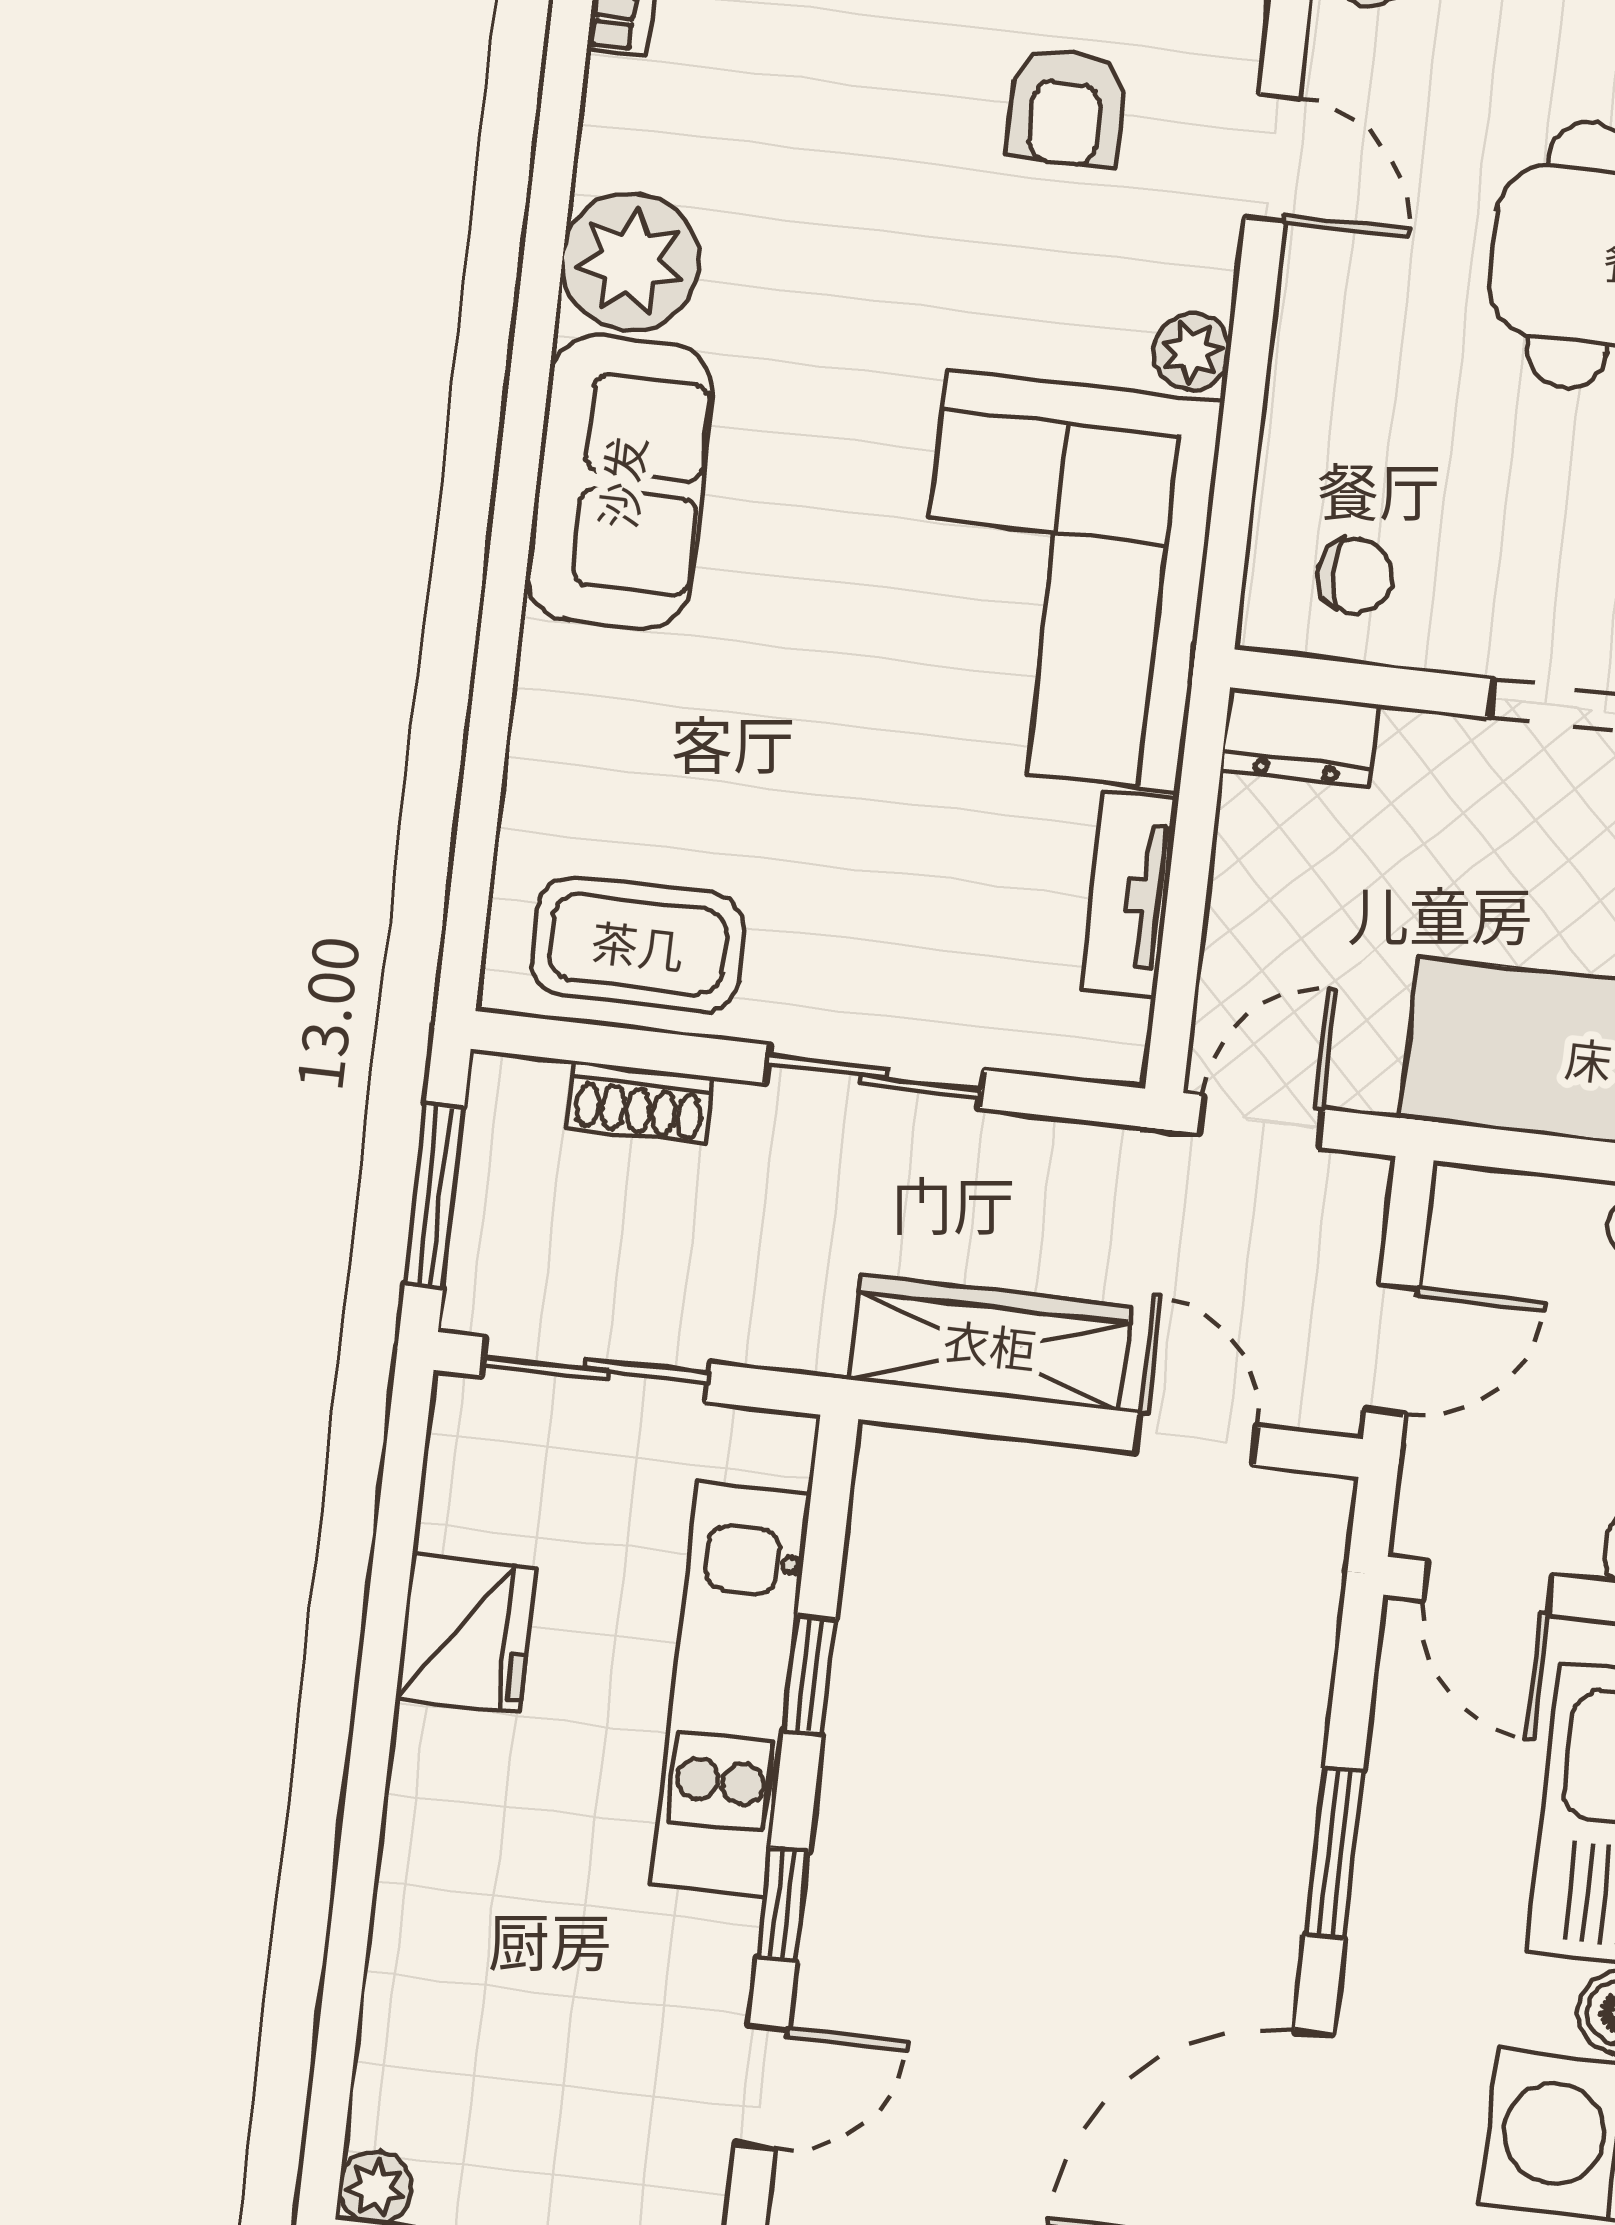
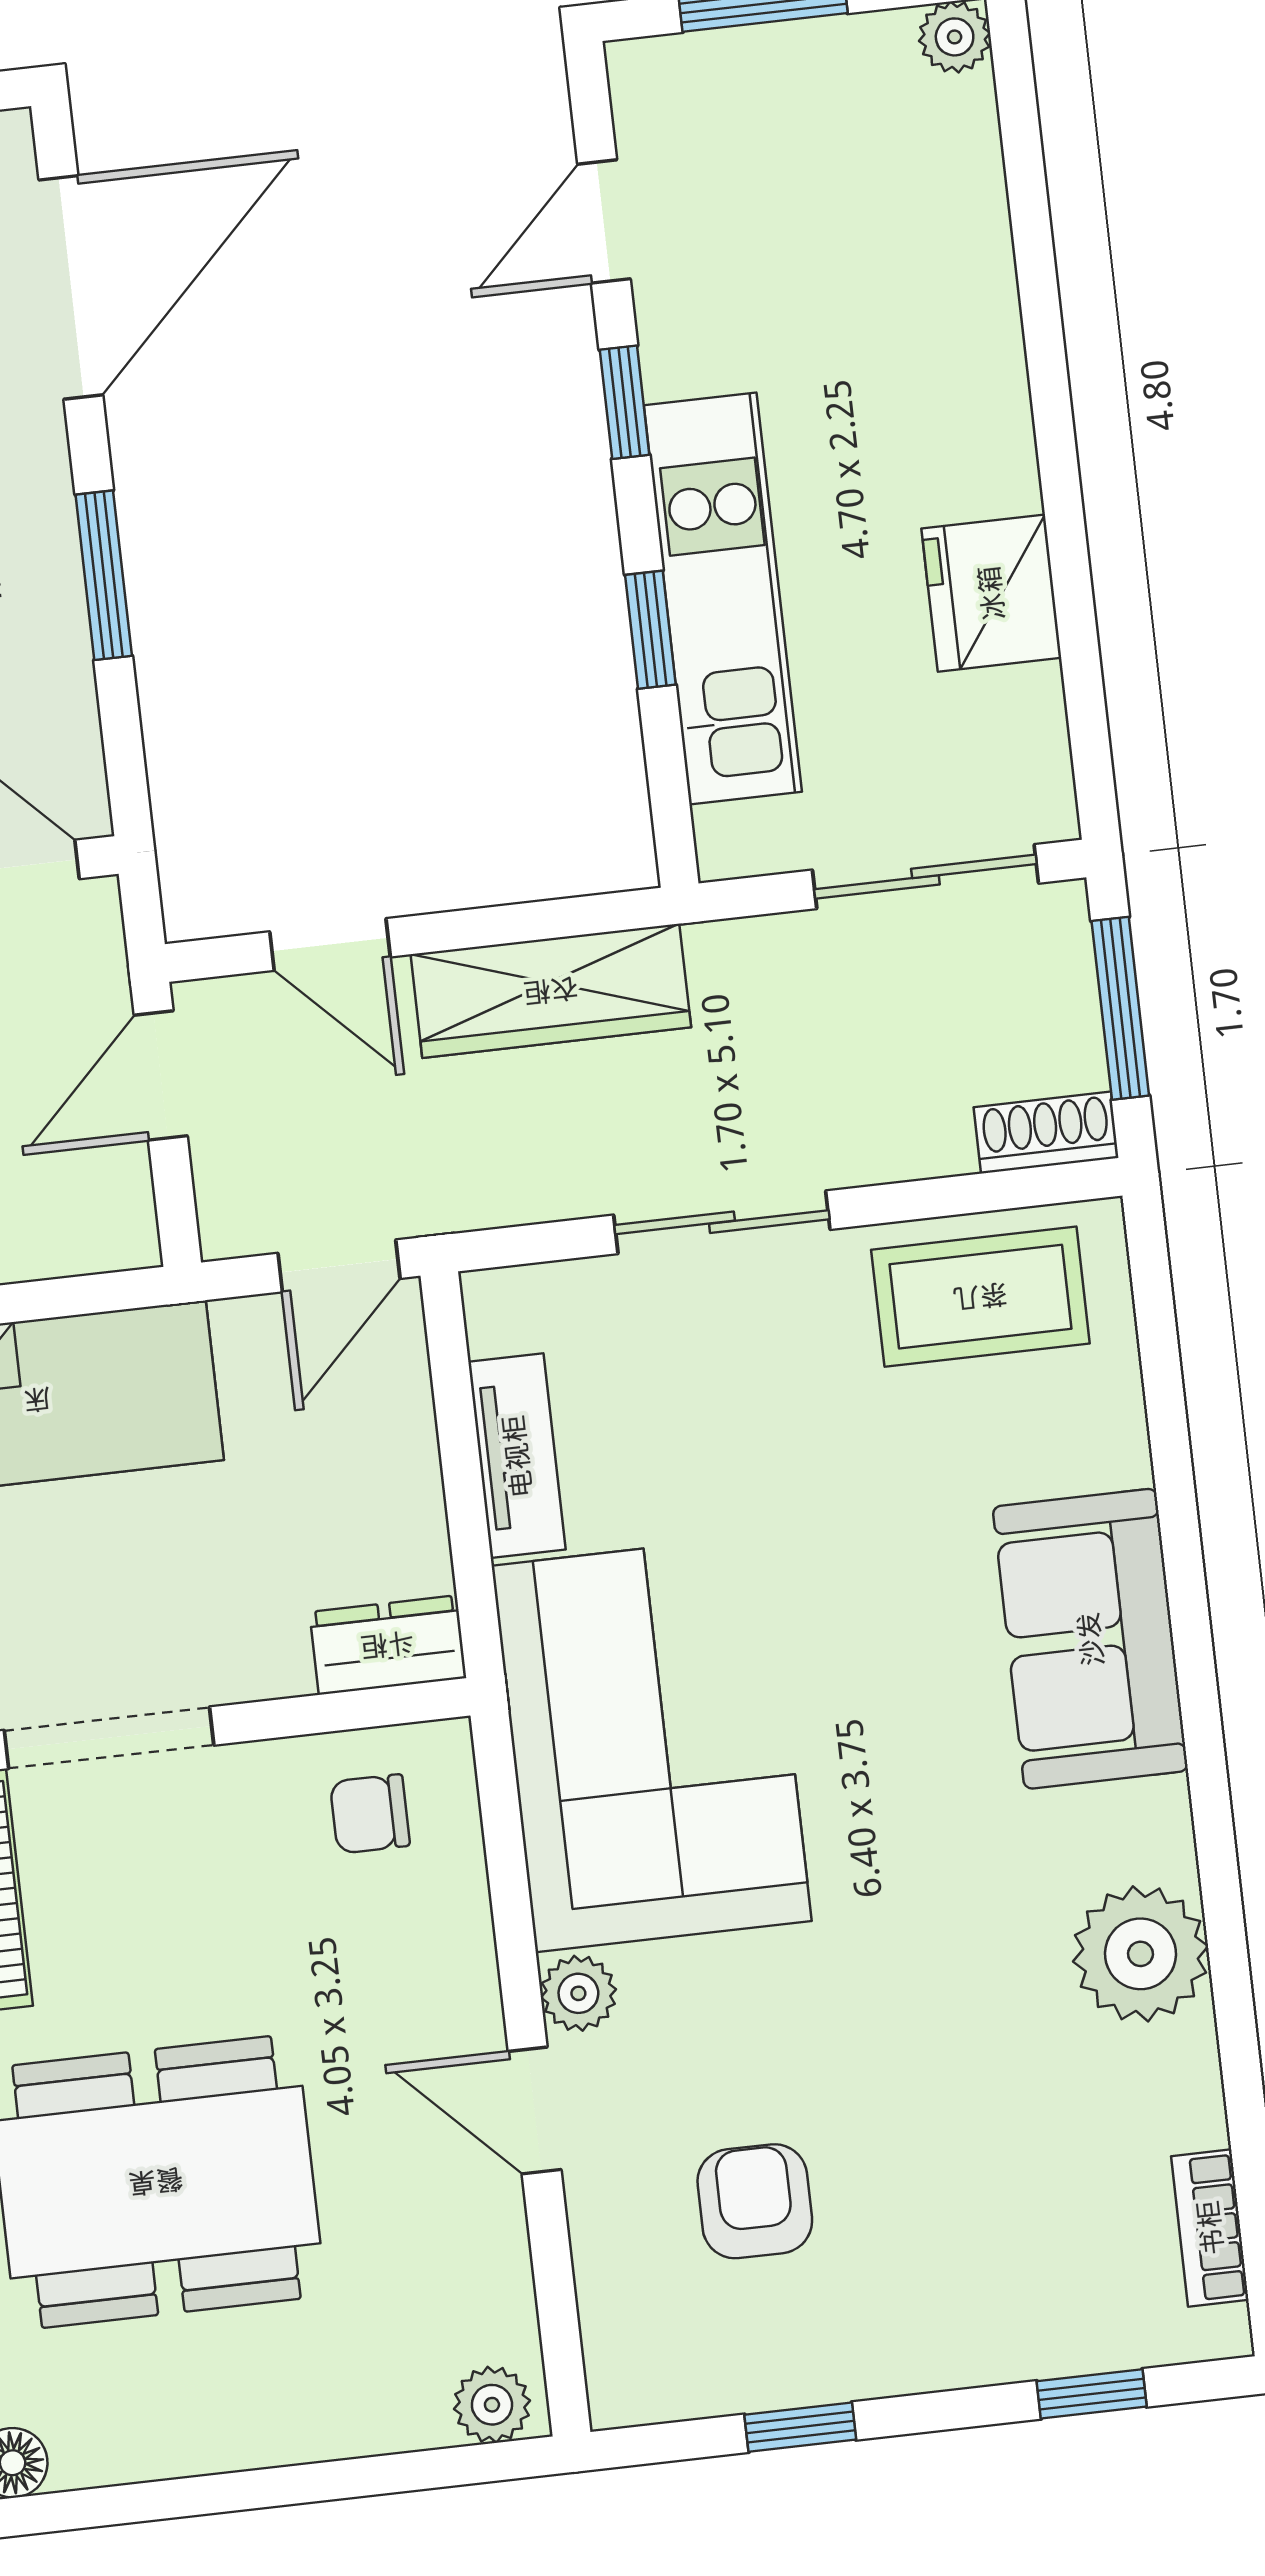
door: (1272, 158) -> (535, 2110), moved
sofa: (620, 482) -> (1090, 1639), moved
shoe rack: (639, 1102) -> (1046, 1133), moved

